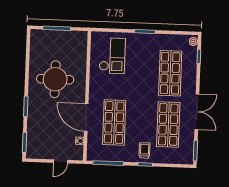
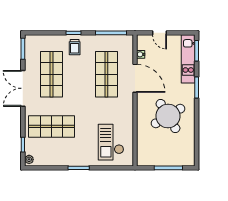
shop shelf: (170, 73) -> (52, 126), turned 90
round table: (55, 79) -> (168, 116), turned -31
kitchen unit: (33, 135) -> (188, 59), added
door: (60, 161) -> (159, 33), swing flipped

